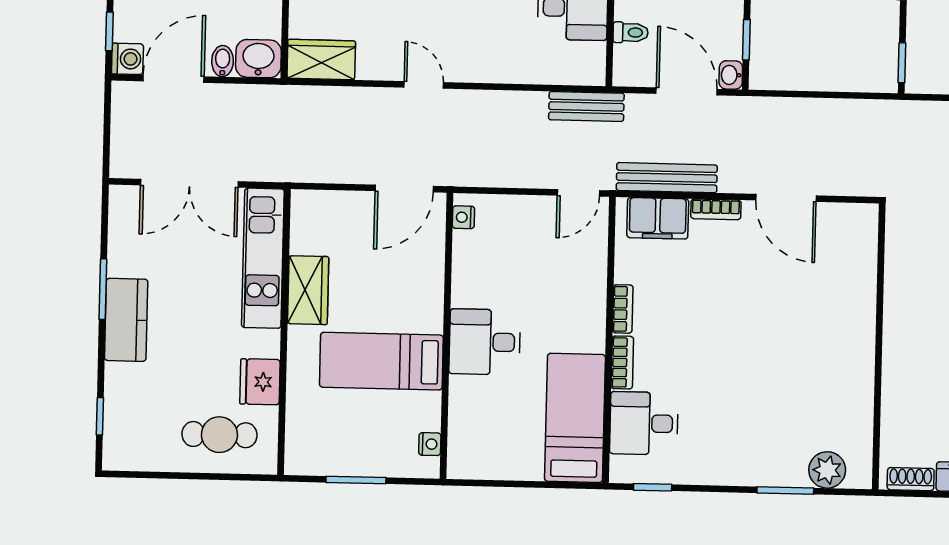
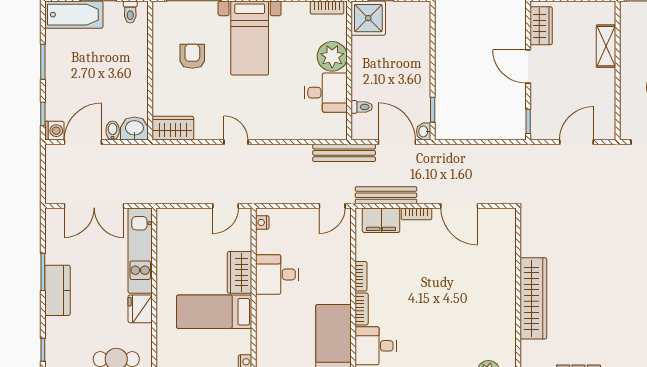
bench: (586, 106) -> (344, 153), width x1.36
door: (404, 189) -> (226, 206), width x0.73
wardrobe: (308, 290) -> (240, 272), moved, turned 180
desk: (485, 342) -> (277, 274), moved
wardrobe: (903, 352) -> (533, 298), added
fridge: (260, 382) -> (140, 309), moved

